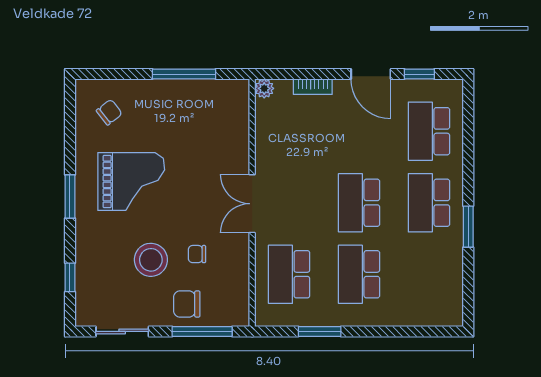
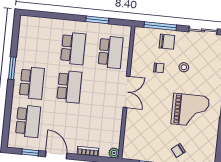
chair: (109, 112) -> (178, 151), moved
grand piano: (131, 182) -> (190, 110), turned 180
stool: (151, 260) -> (184, 67), width x0.53, depth x0.53

